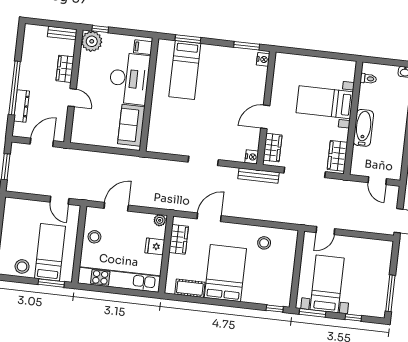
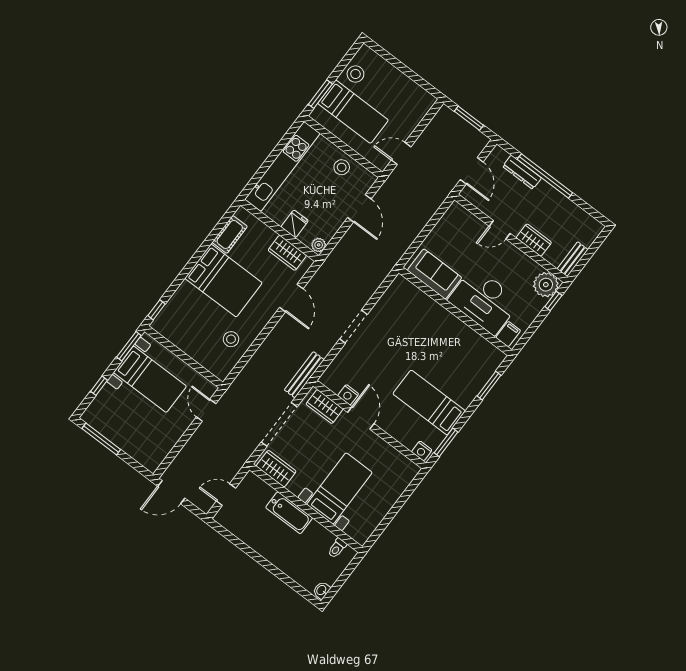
bed: (185, 70) -> (429, 402), moved
nightstand: (252, 157) -> (348, 395), moved

